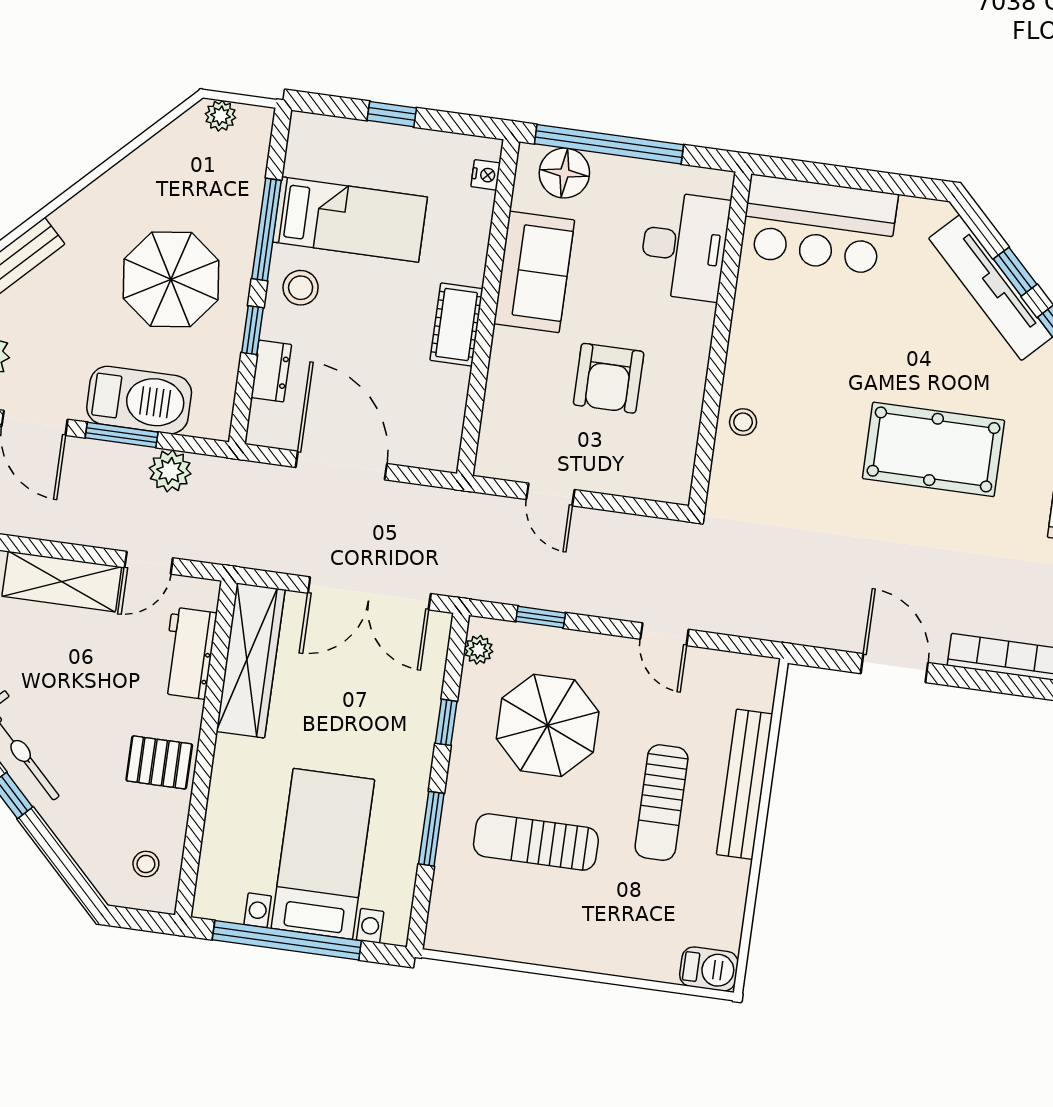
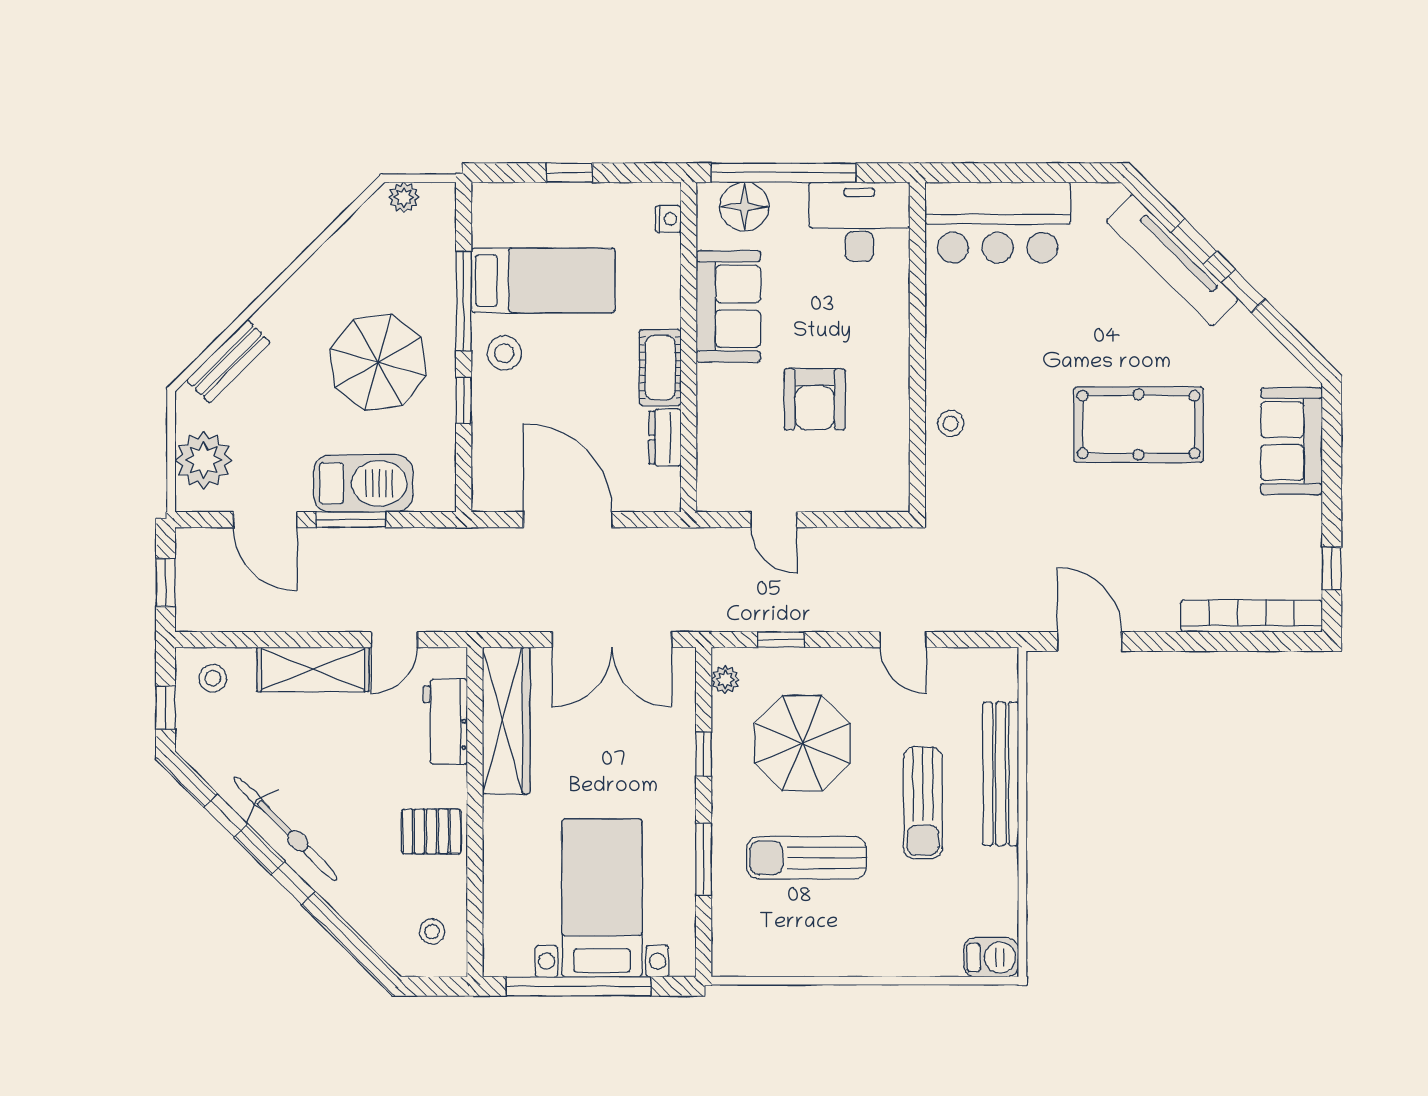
desk: (684, 246) -> (859, 222), moved, turned -90
dresser: (271, 371) -> (665, 438), moved, turned 180
plant: (170, 471) -> (403, 548), removed
door: (894, 668) -> (1090, 641), moved

